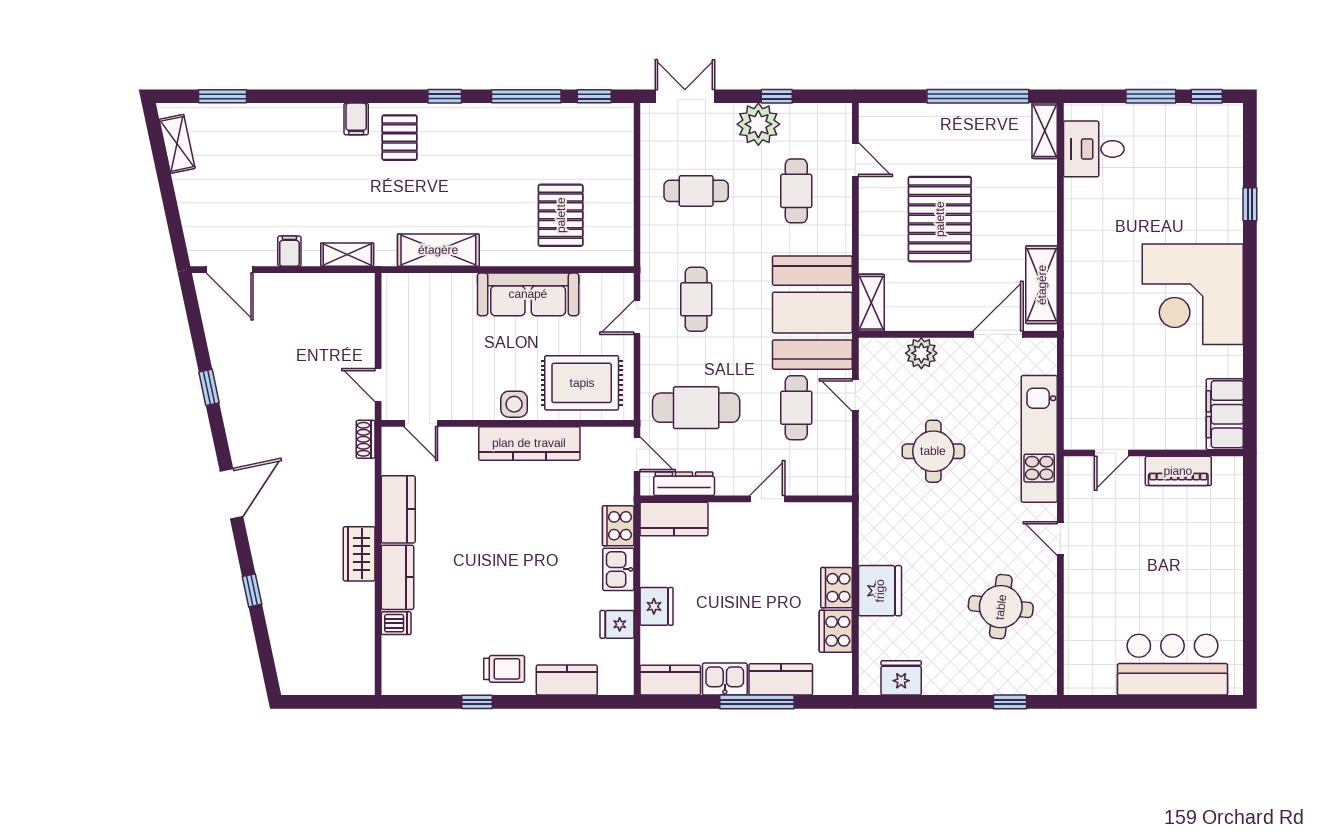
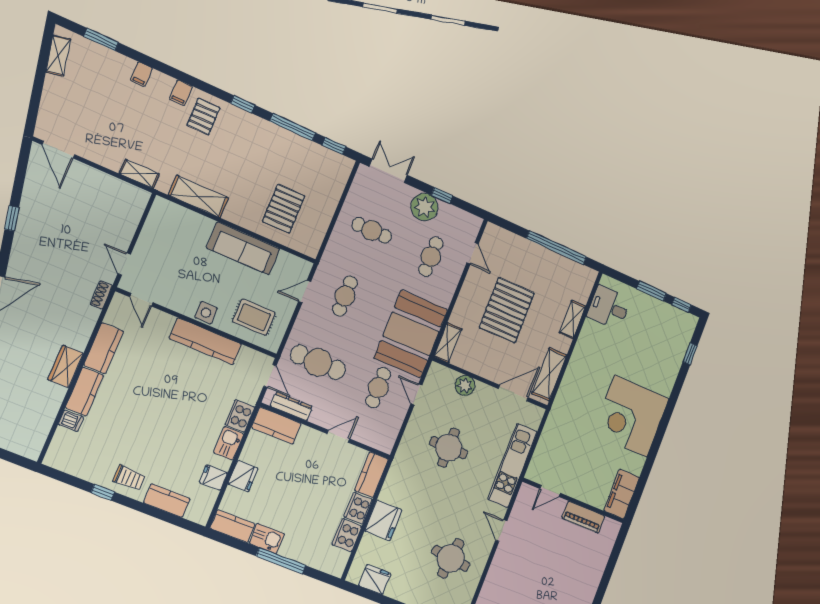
shelving: (1045, 131) -> (572, 319), moved
window: (1250, 204) -> (690, 354), moved
filing cabinet: (289, 251) -> (141, 74), moved, turned 180
rug: (582, 383) -> (254, 317), width x0.73, depth x0.70
kitchen counter: (781, 679) -> (371, 475), moved, turned -90

